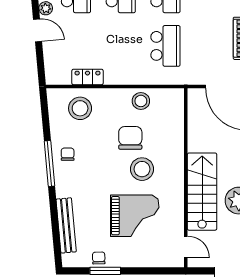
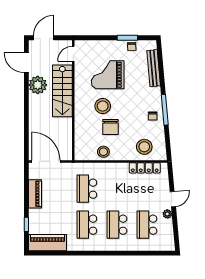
door: (38, 30) -> (173, 199), swing flipped
locker: (88, 77) -> (145, 168), width x1.53
door: (186, 247) -> (73, 54), hinge flipped

